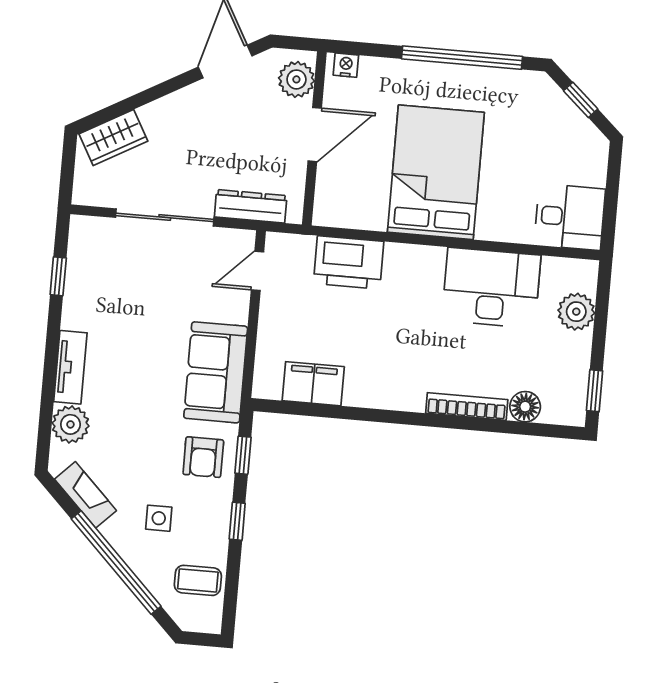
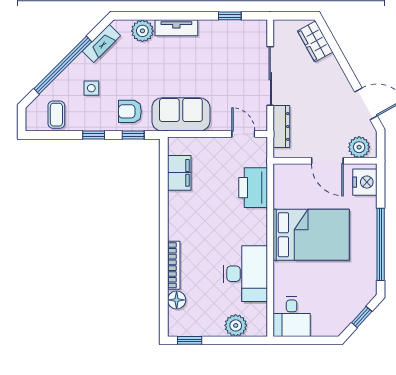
nightstand: (346, 65) -> (365, 182), width x1.89, depth x1.79

